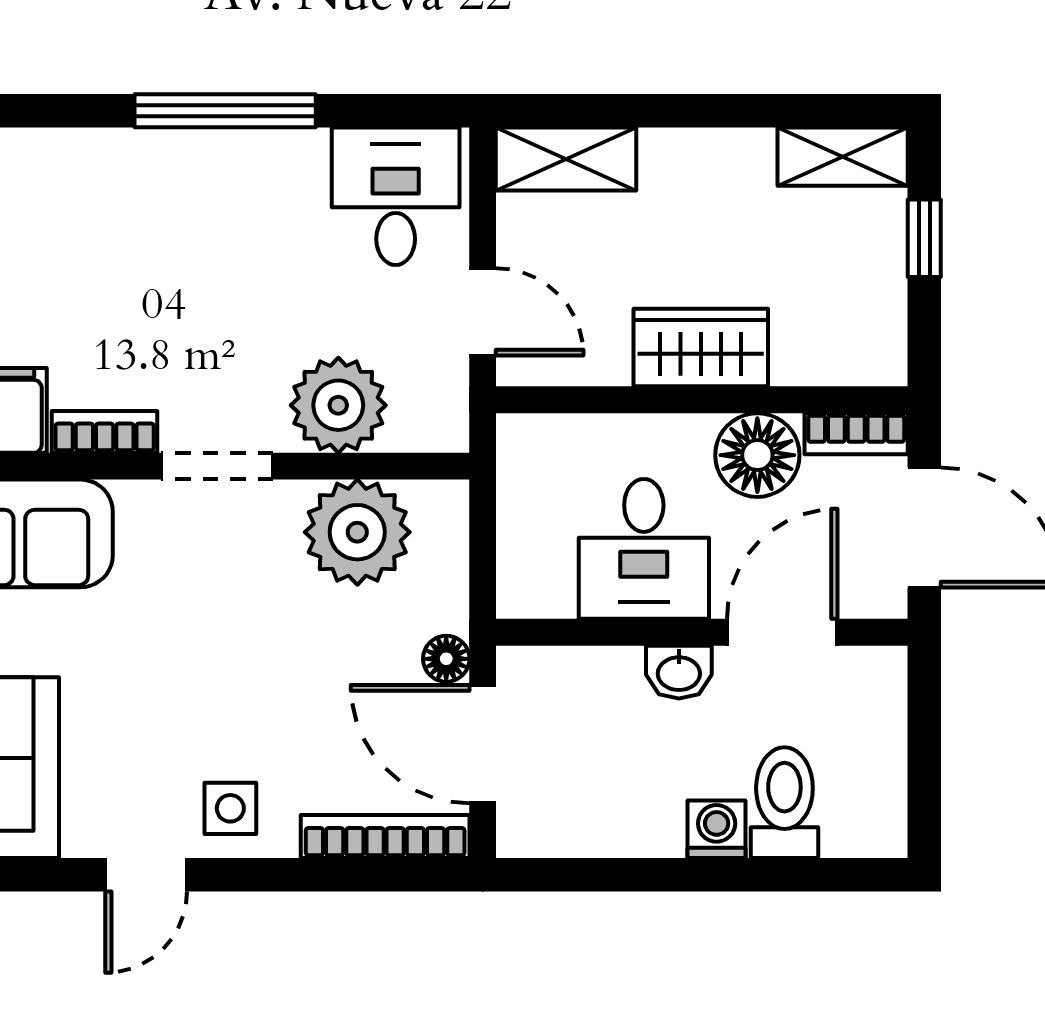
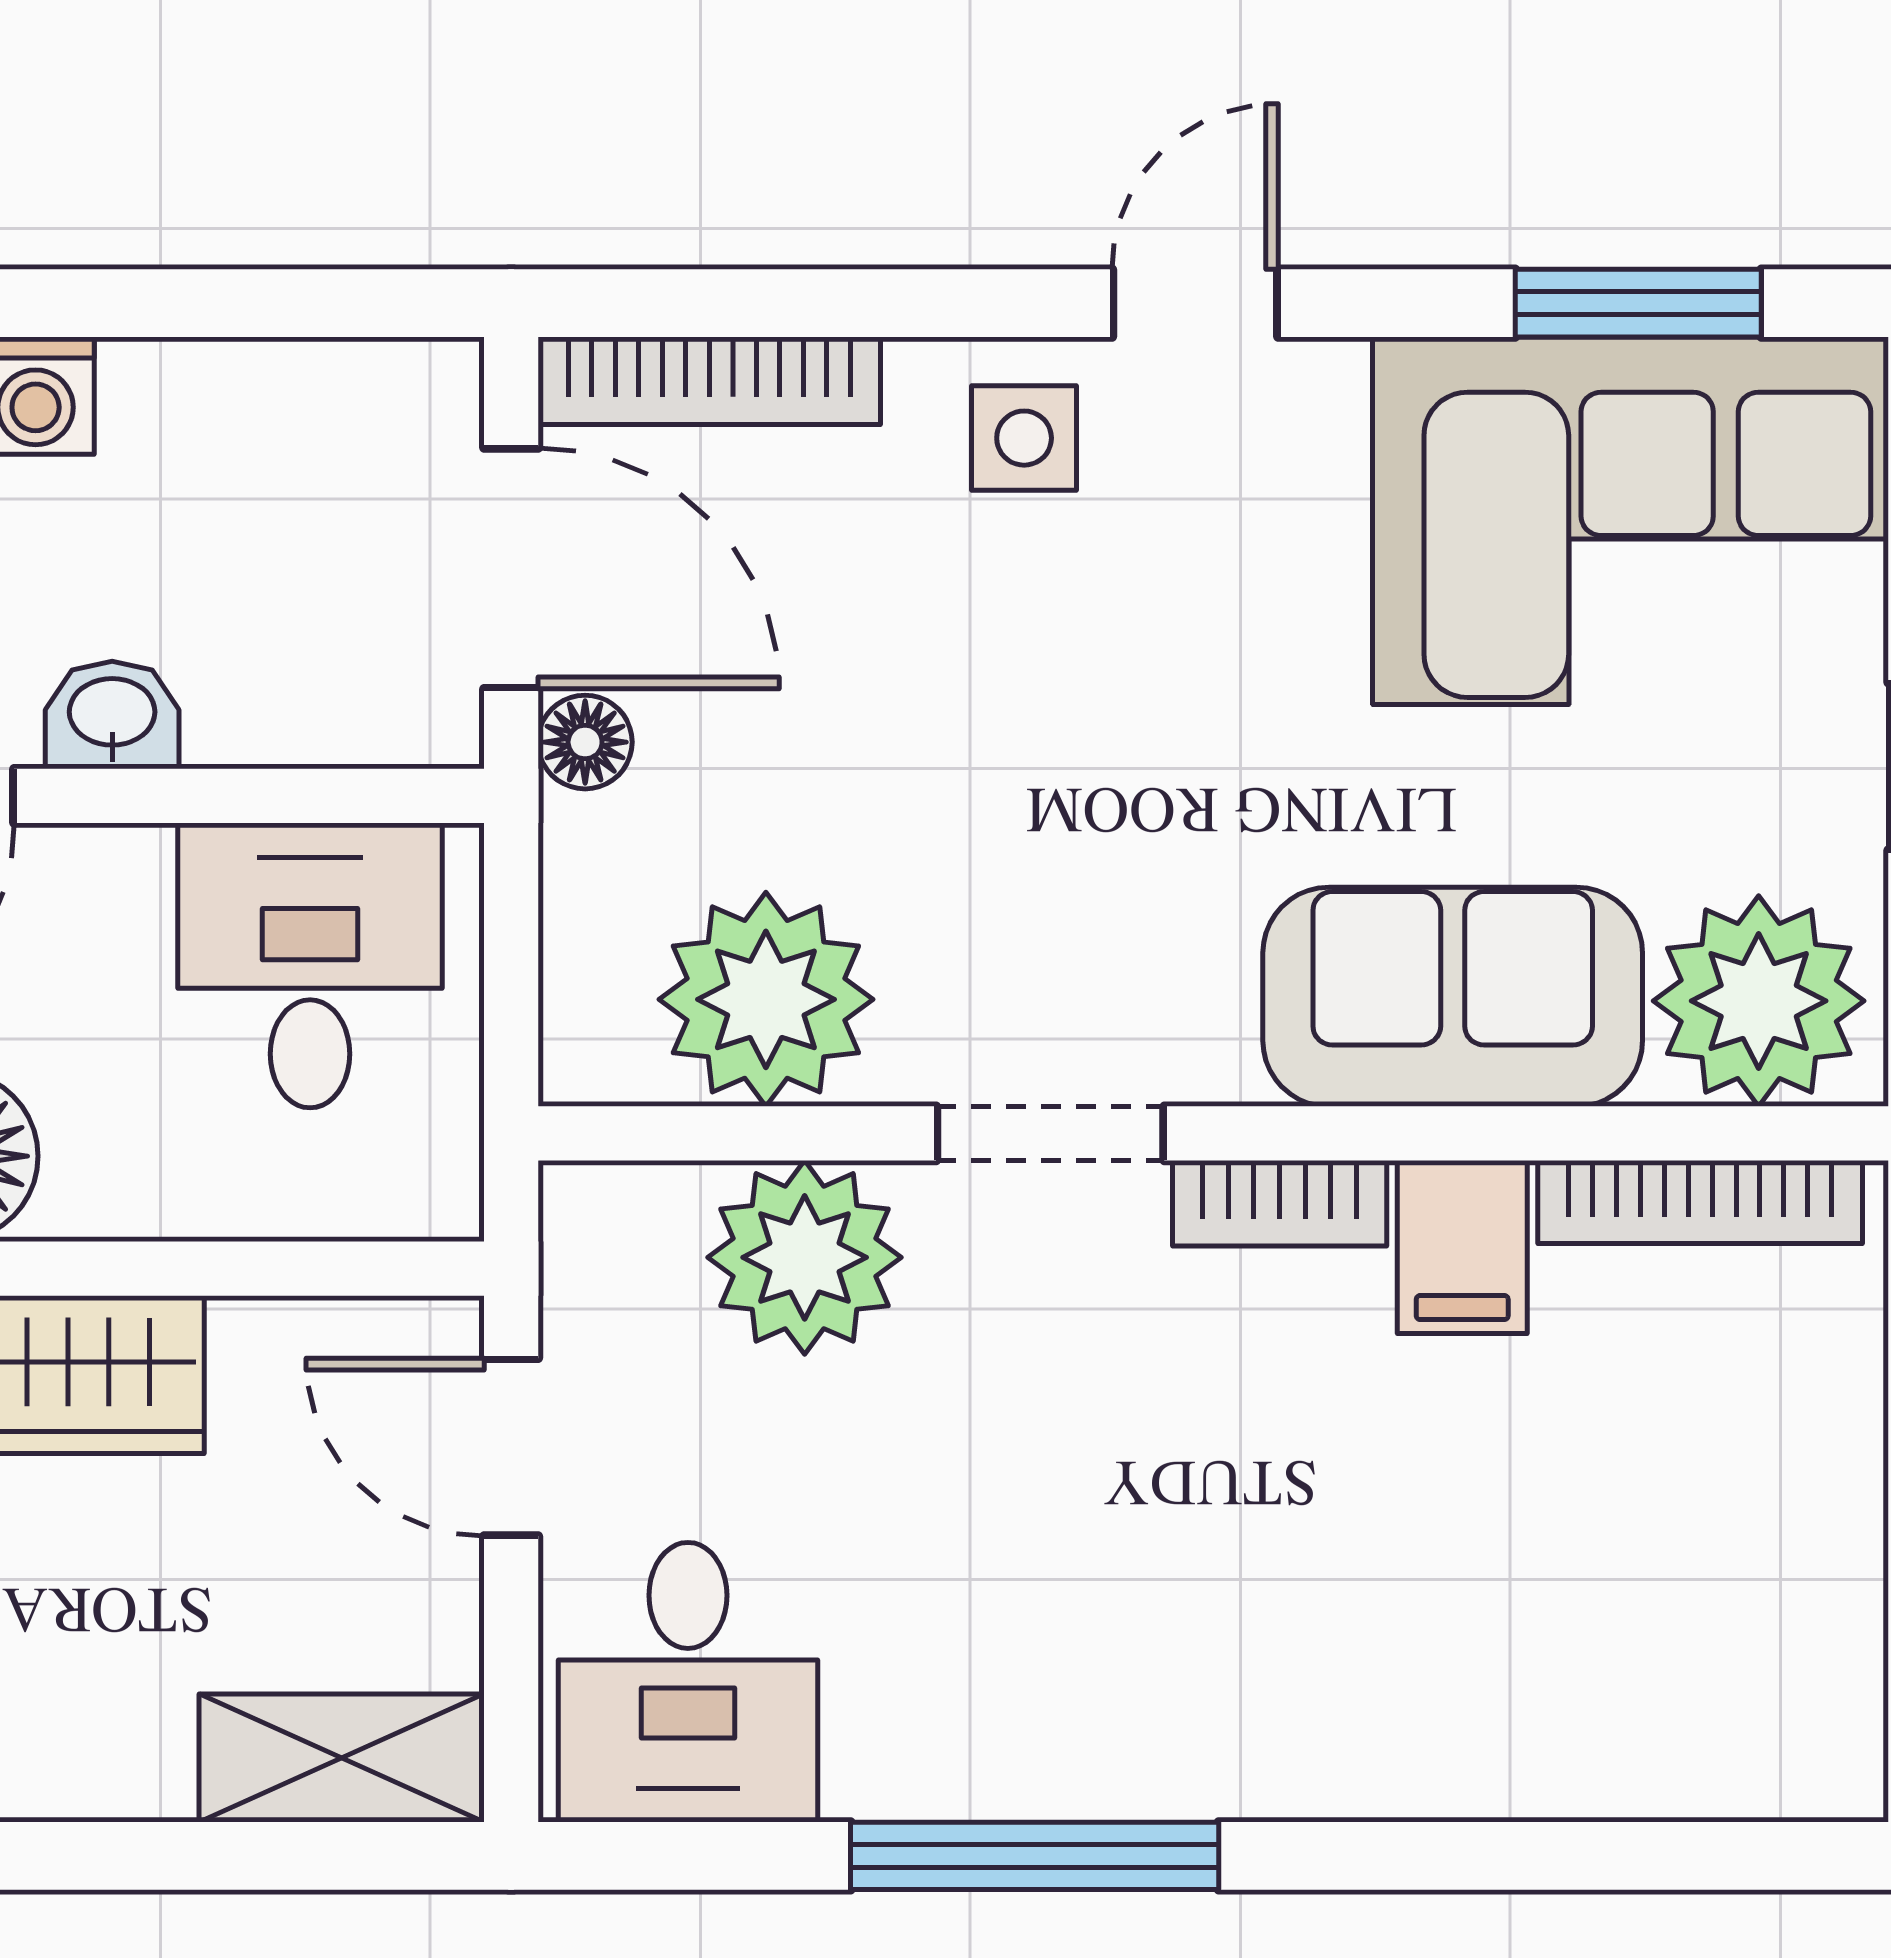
desk: (644, 549) -> (310, 965), moved

